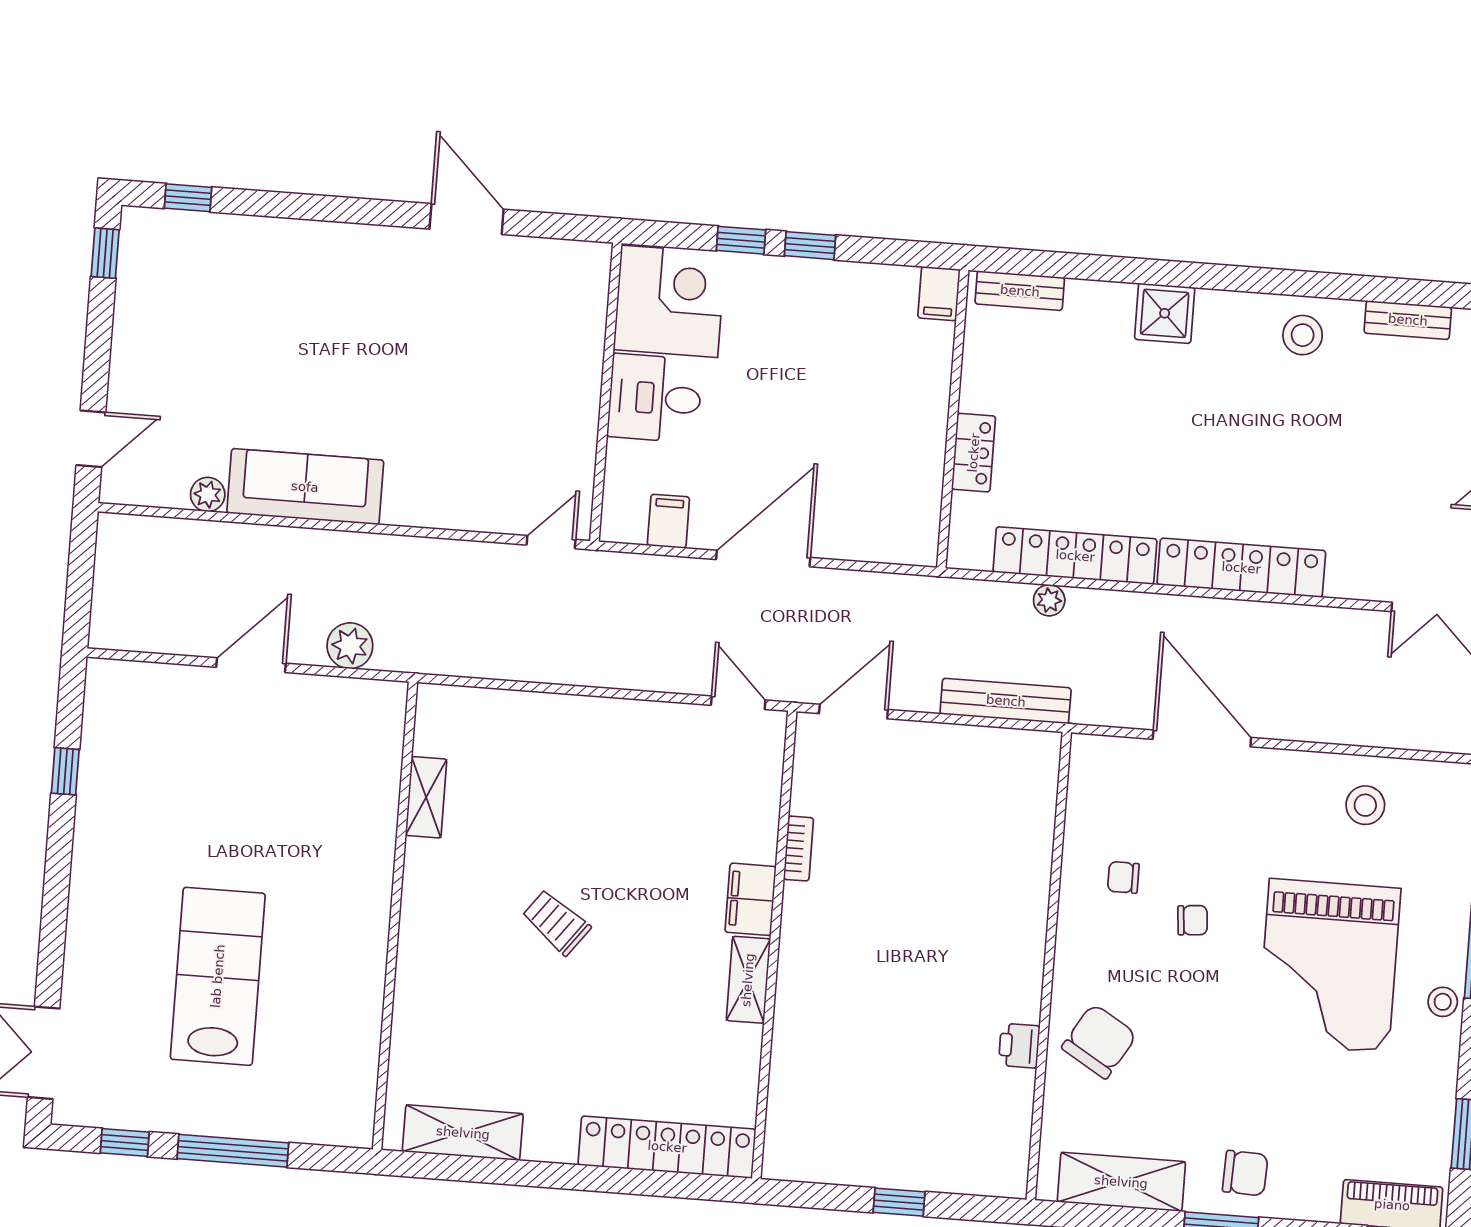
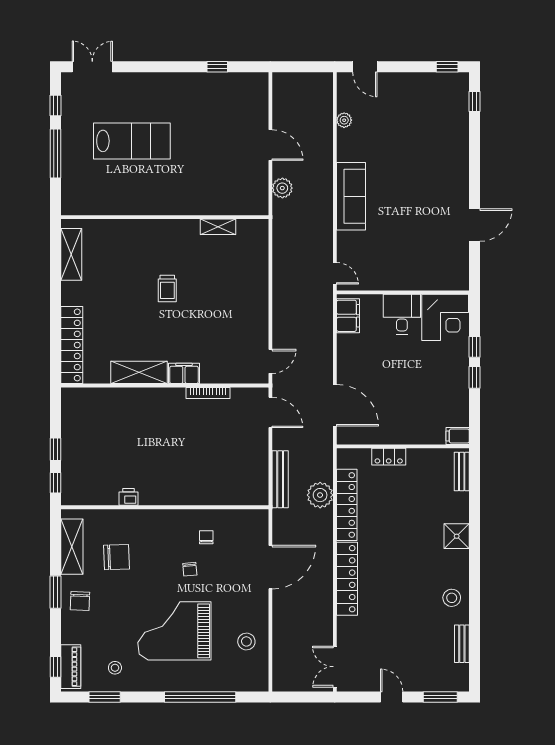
sofa: (305, 487) -> (351, 196), moved
filing cabinet: (668, 521) -> (348, 316), width x2.00
door: (763, 558) -> (335, 405), moved
plant: (1049, 600) -> (320, 495), width x1.88, depth x1.88
bookcase: (799, 849) -> (208, 393), width x1.56
trolley: (556, 922) -> (167, 288), turned 143
shelving: (748, 980) -> (139, 372), width x1.50, depth x1.33
stool: (1443, 1002) -> (115, 668), moved
chair: (1099, 1041) -> (117, 557), moved, turned -33
window: (974, 1208) -> (55, 483), added

